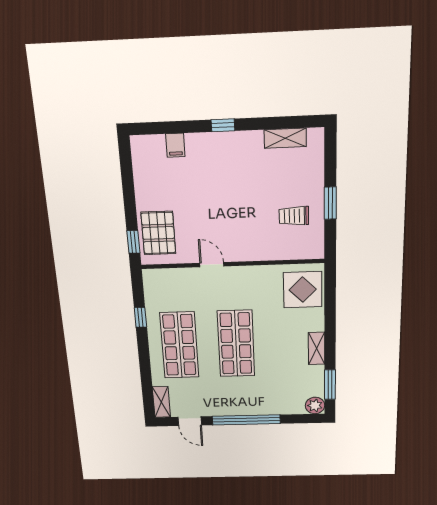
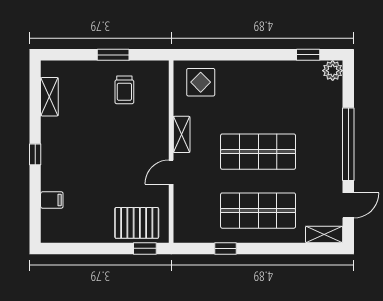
display table: (303, 290) -> (201, 82), width x0.73, depth x0.73
shelving: (316, 348) -> (182, 134), moved, turned 90
window: (330, 385) -> (308, 55), width x0.67

